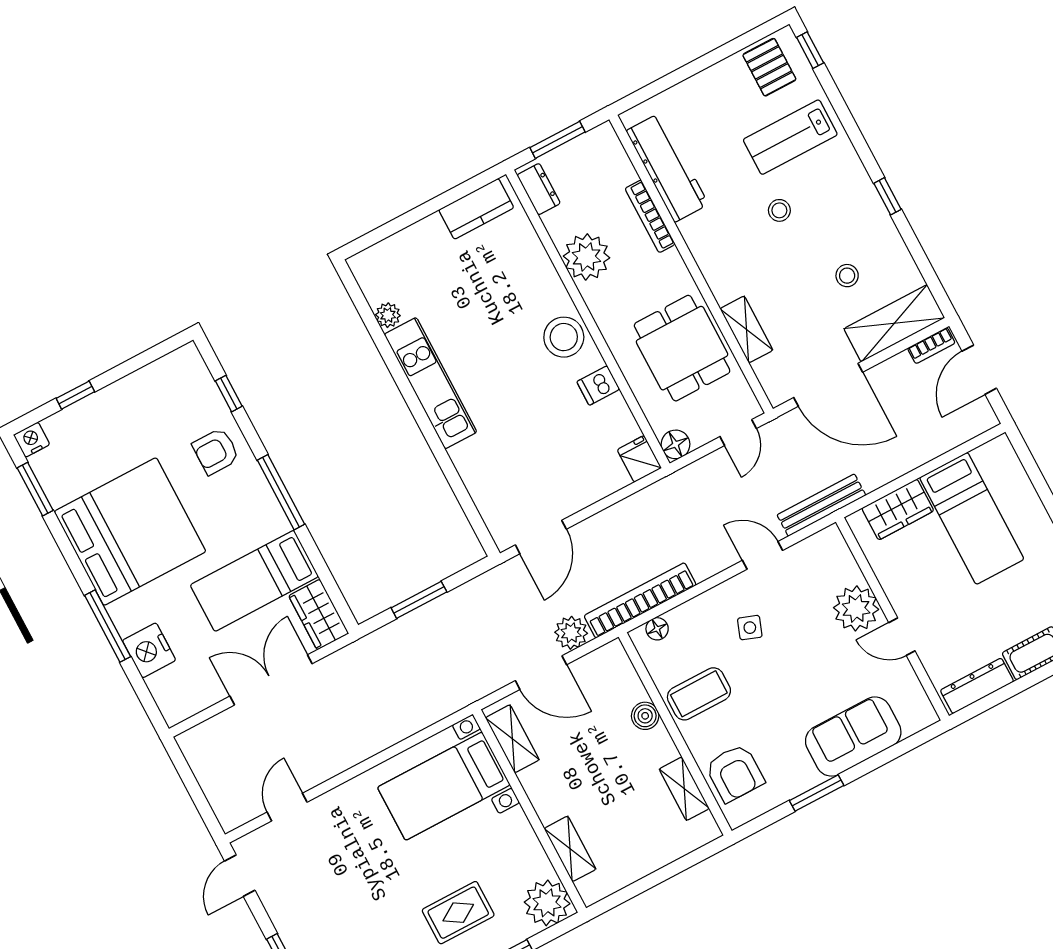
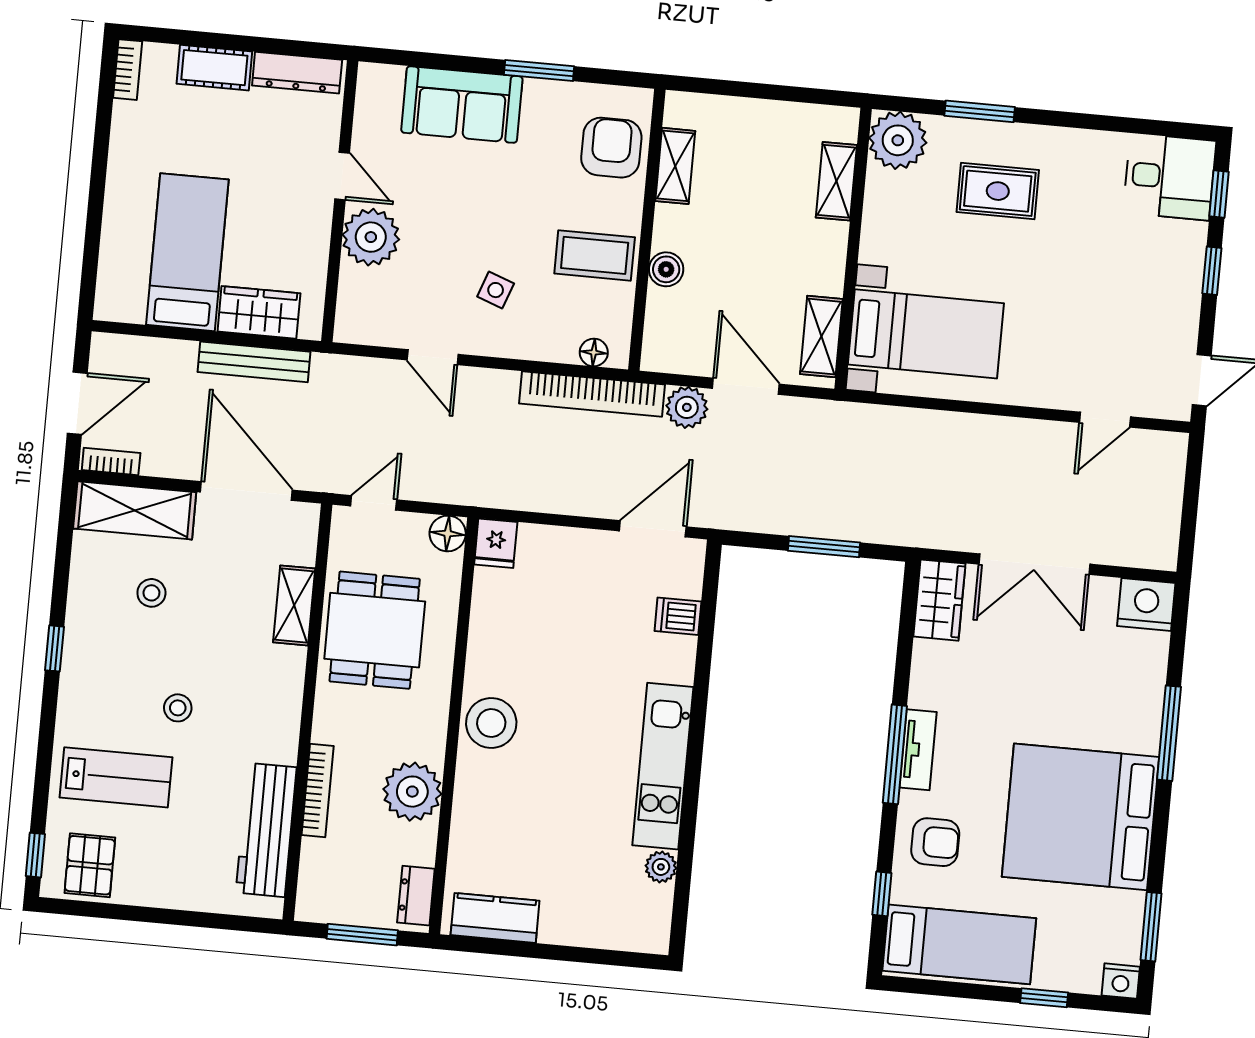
dishwasher: (598, 385) -> (678, 616), moved, turned 180
tv unit: (268, 505) -> (918, 750), added
bench: (821, 505) -> (254, 362), moved
bed: (254, 581) -> (959, 944), moved
nightstand: (149, 650) -> (1146, 605), moved, turned -90

